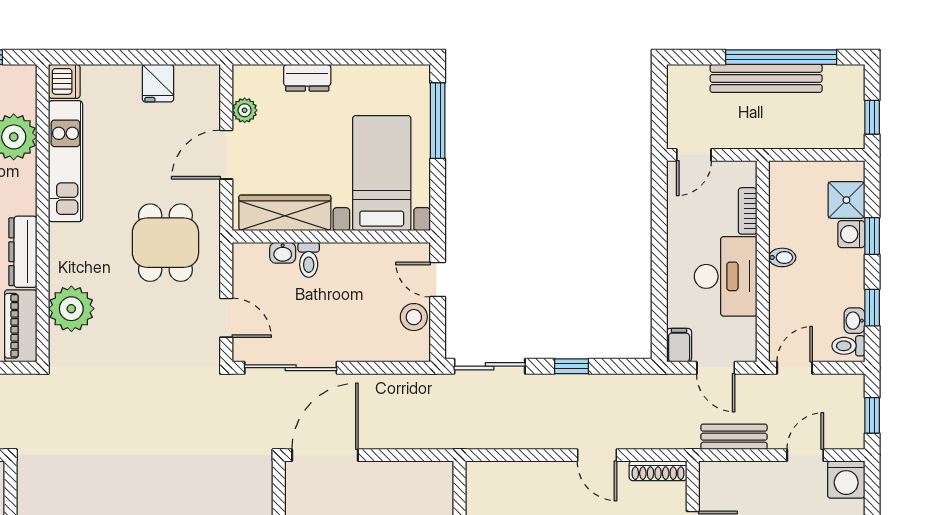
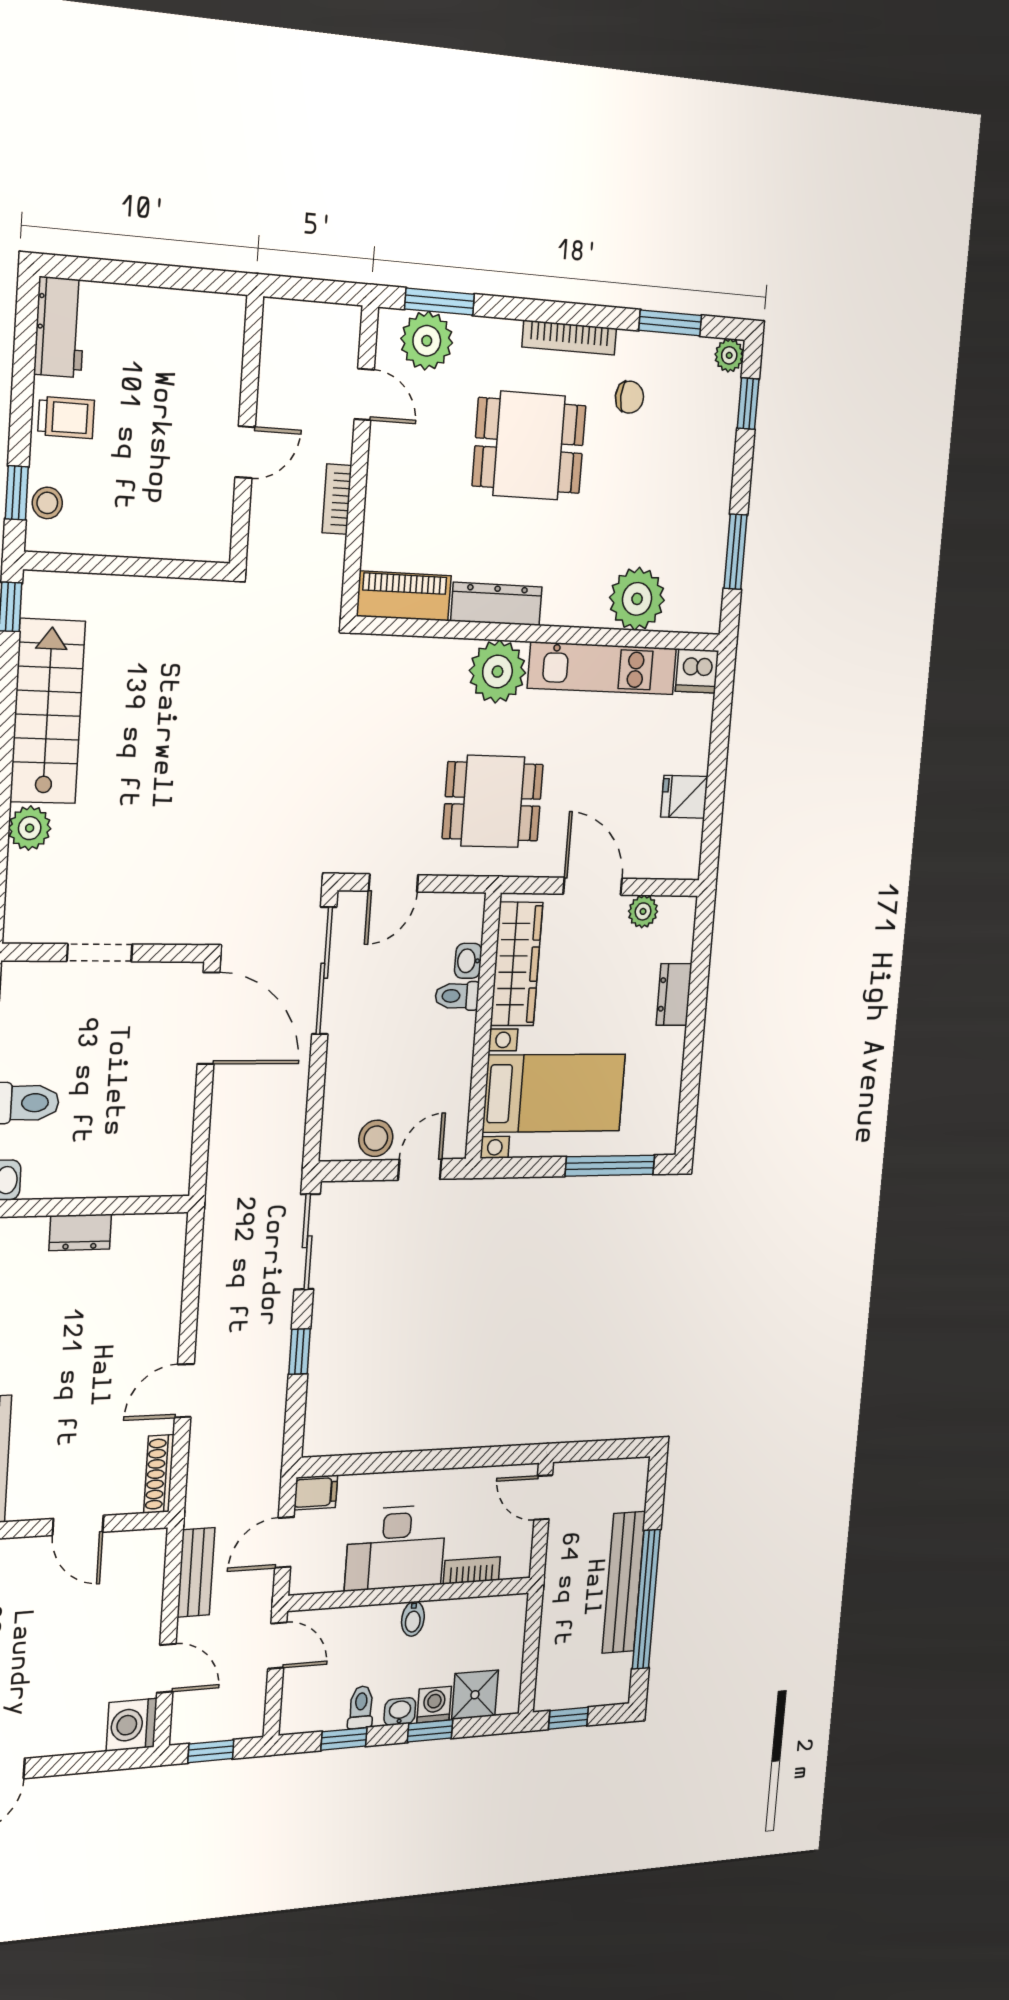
plant: (71, 309) -> (497, 672), moved
washbasin: (854, 321) -> (400, 1712), moved
toilet: (848, 346) -> (361, 1707), moved

